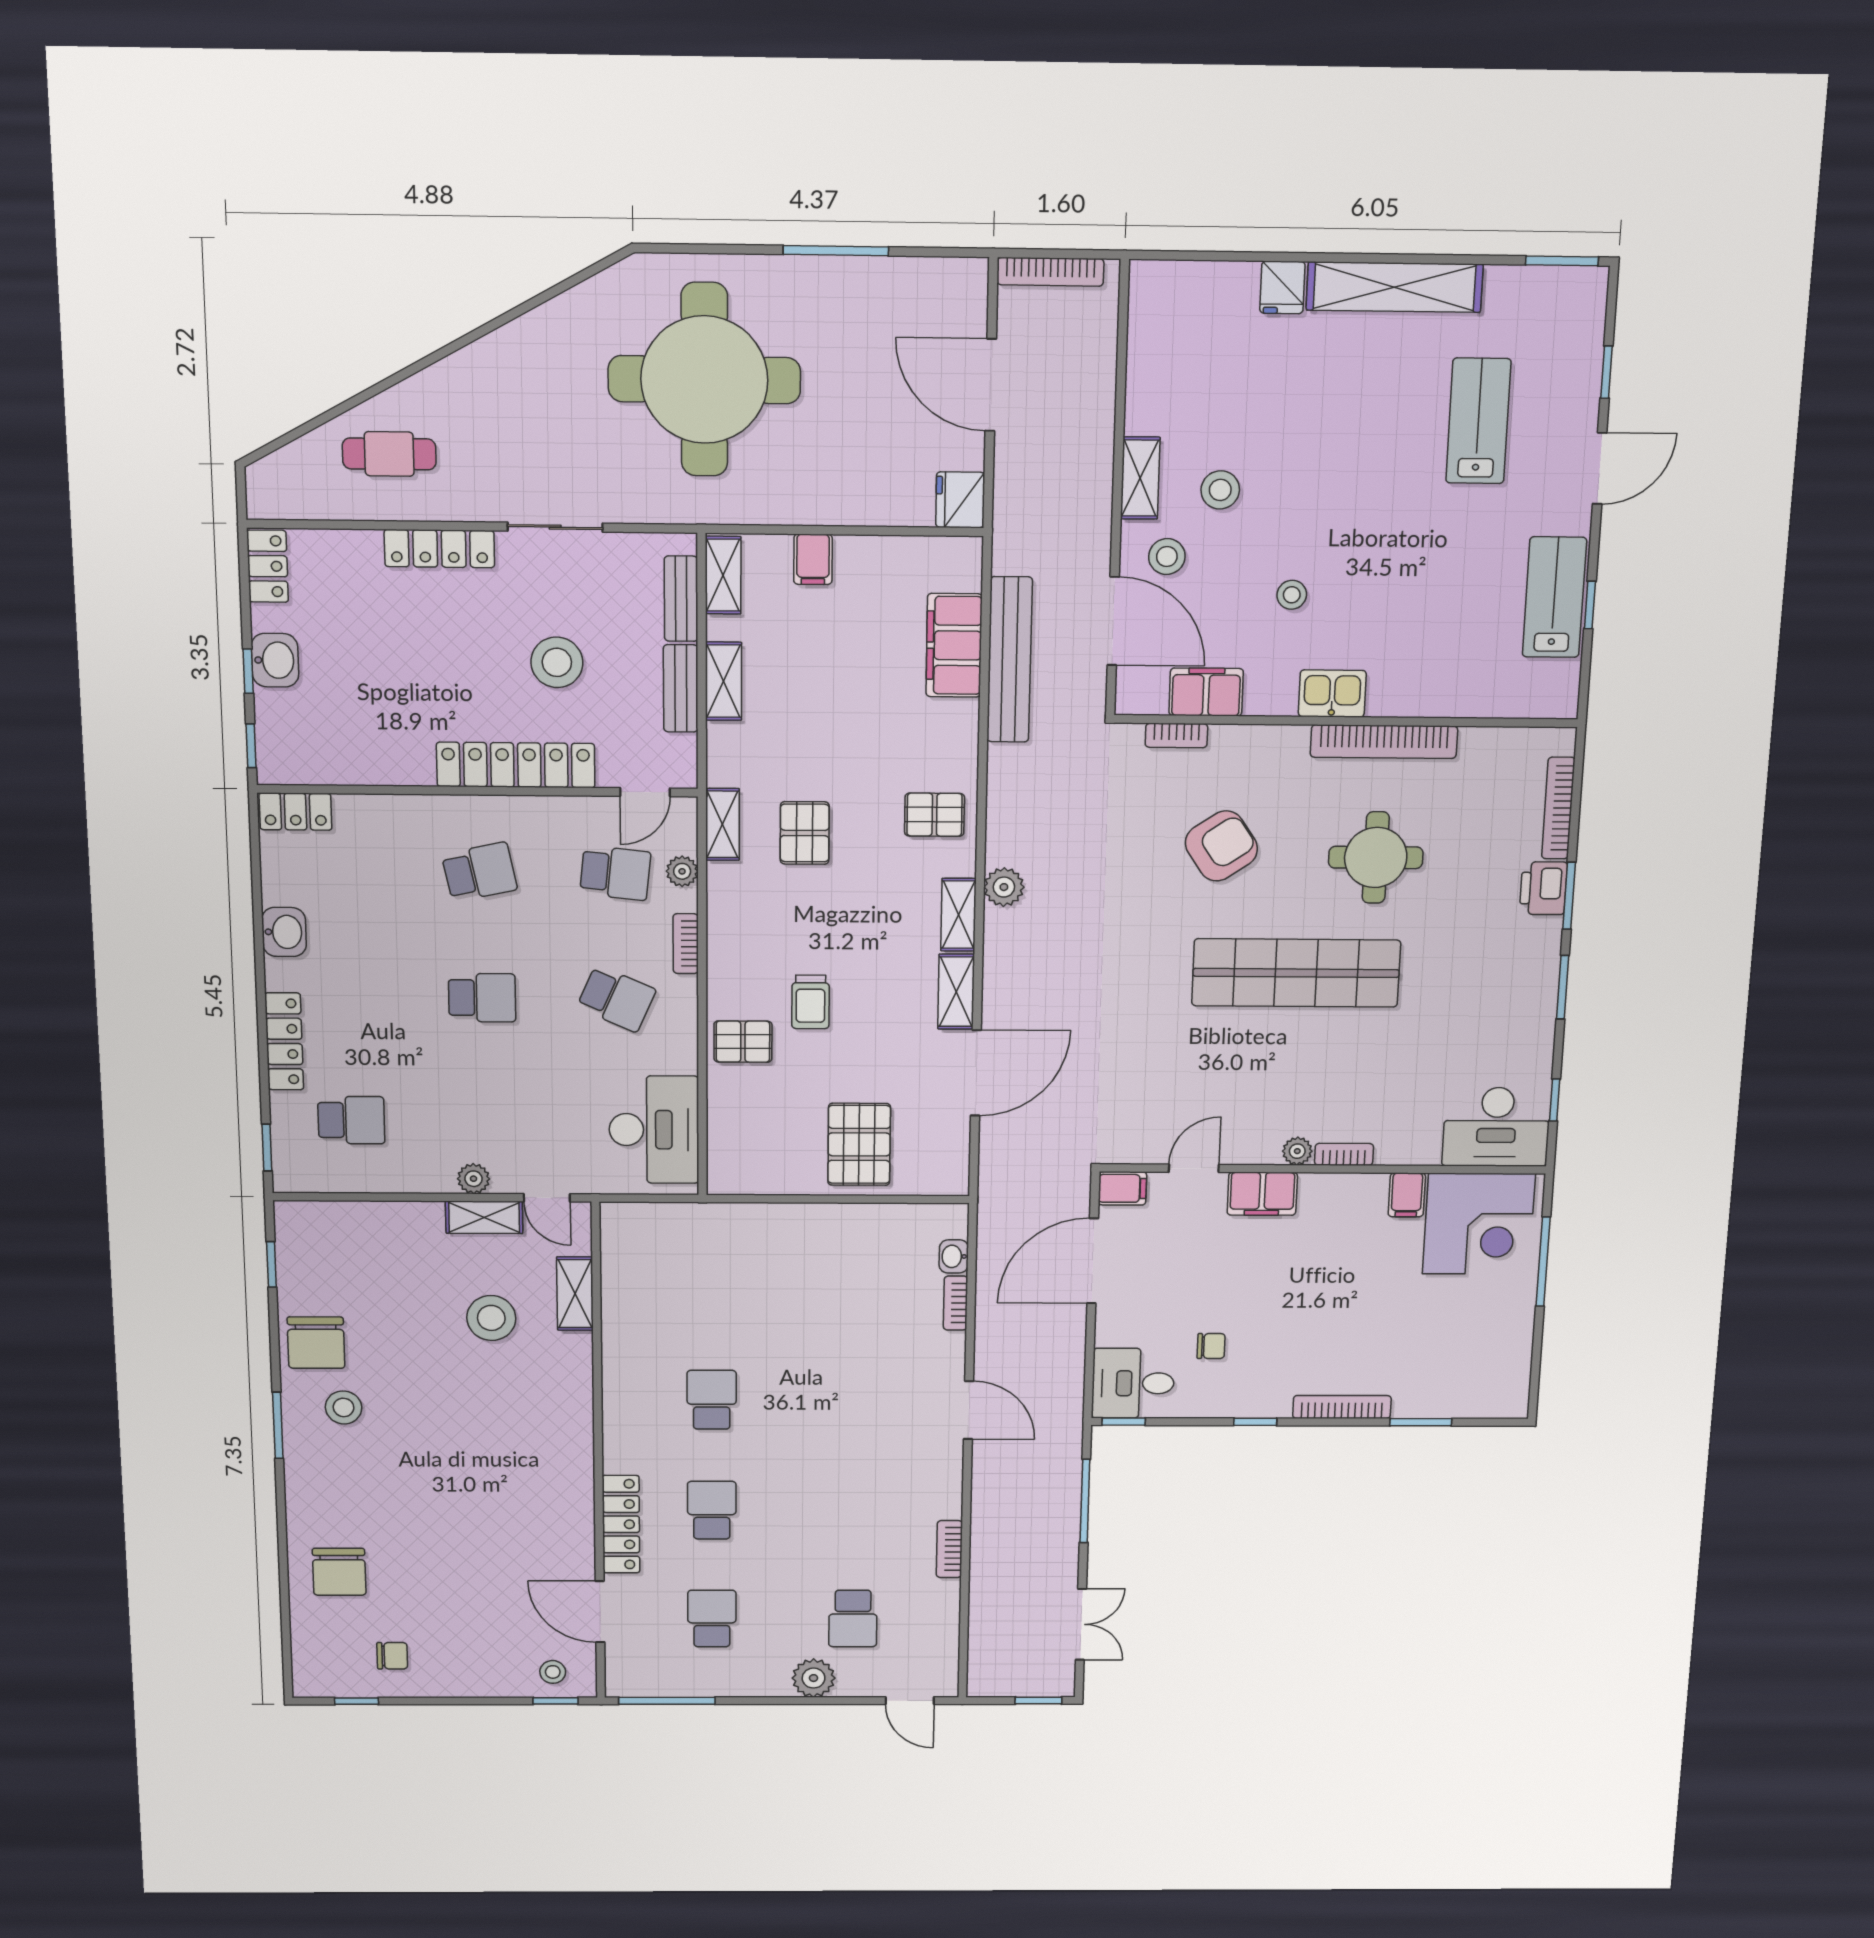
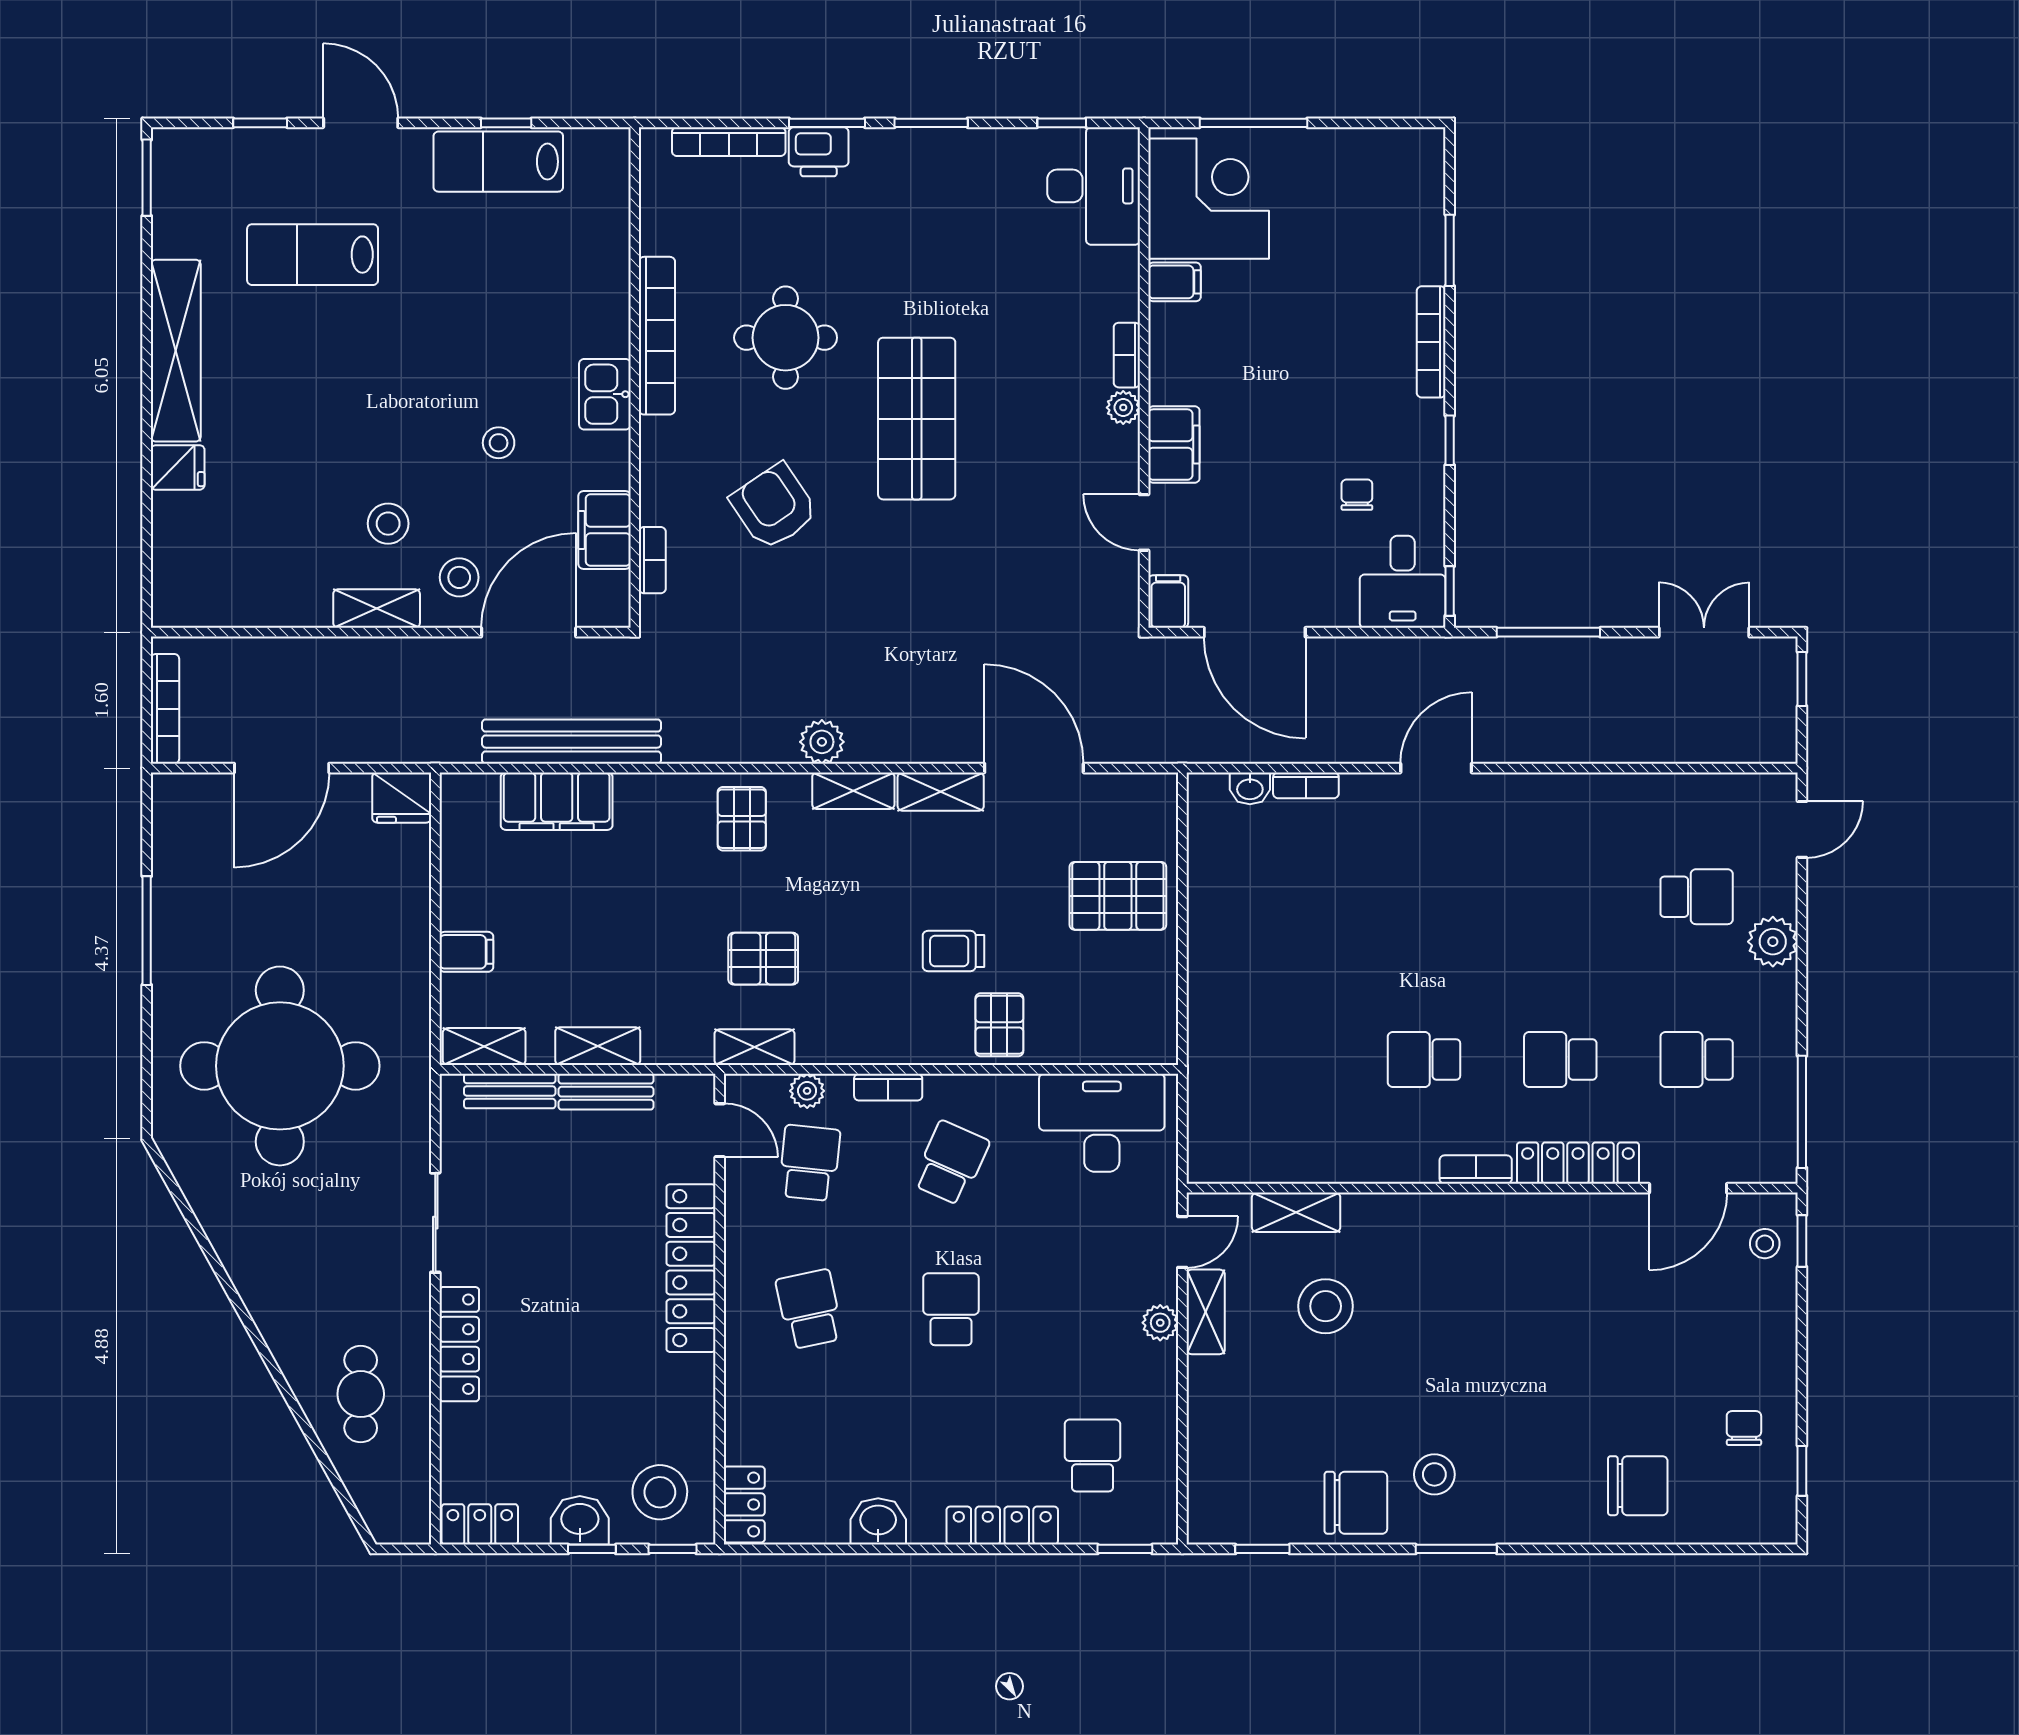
stool: (557, 662) -> (660, 1492), moved
shop shelf: (1296, 973) -> (917, 419), width x0.71
trolley: (810, 1002) -> (953, 951), turned 180
bookcase: (949, 1549) -> (1476, 1170), moved, turned 180

